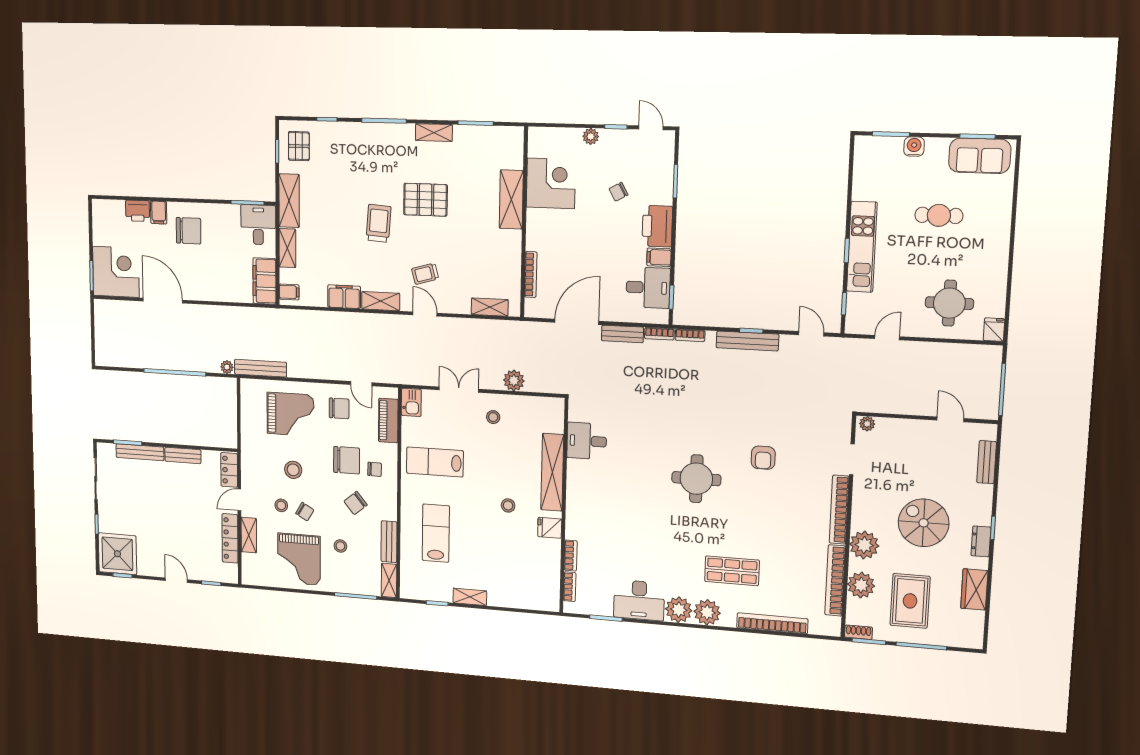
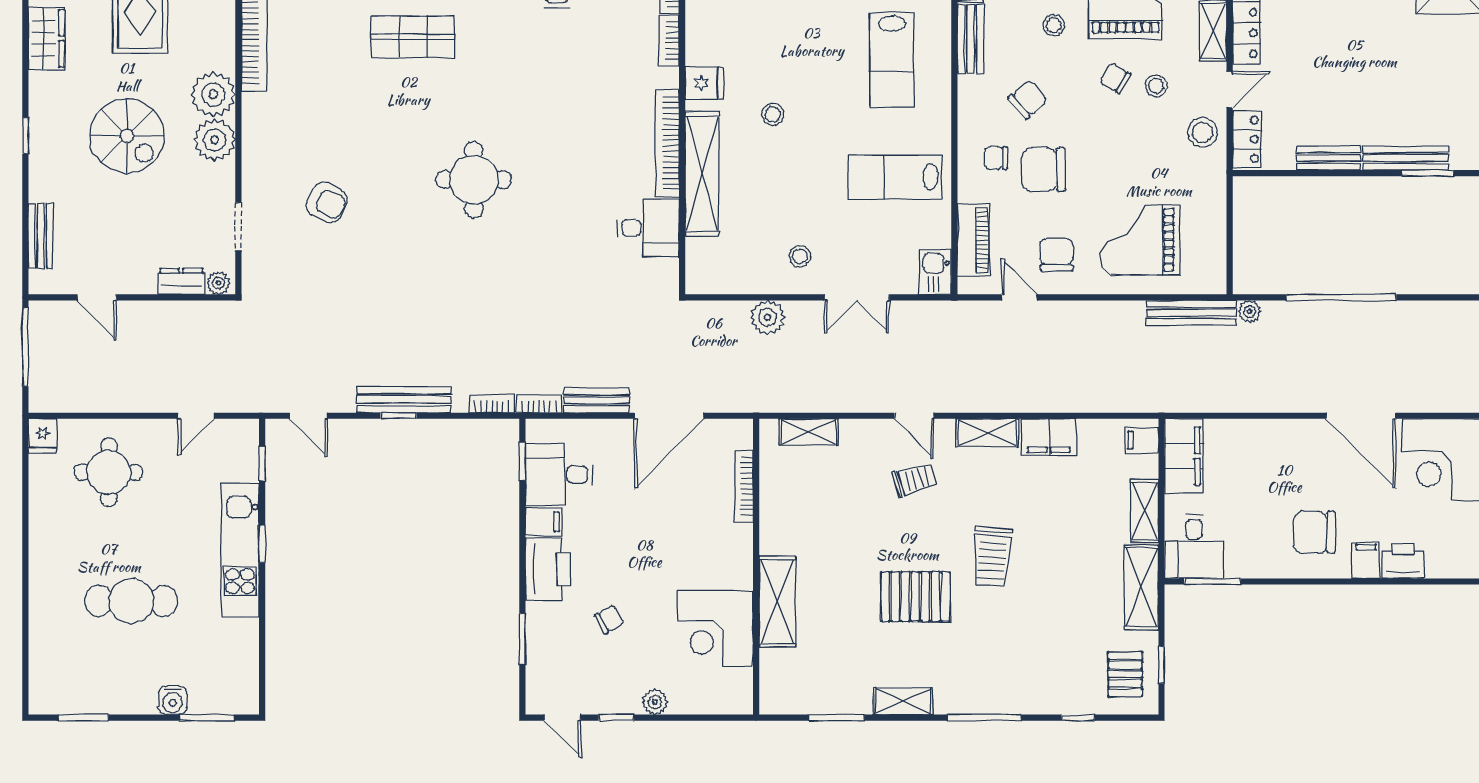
sofa: (980, 156) -> (79, 690), removed
cafe table: (939, 215) -> (131, 601), width x1.37, depth x1.35
chair: (339, 408) -> (1057, 255), turned 90
armchair: (763, 458) -> (327, 202), moved, turned 117
lab bench: (435, 462) -> (895, 177), turned 180
stool: (293, 470) -> (1203, 132), moved
bookcase: (839, 510) -> (667, 143), moved, turned 180
dresser: (981, 541) -> (181, 281), moved, turned -90
plant: (861, 585) -> (215, 140), moved

